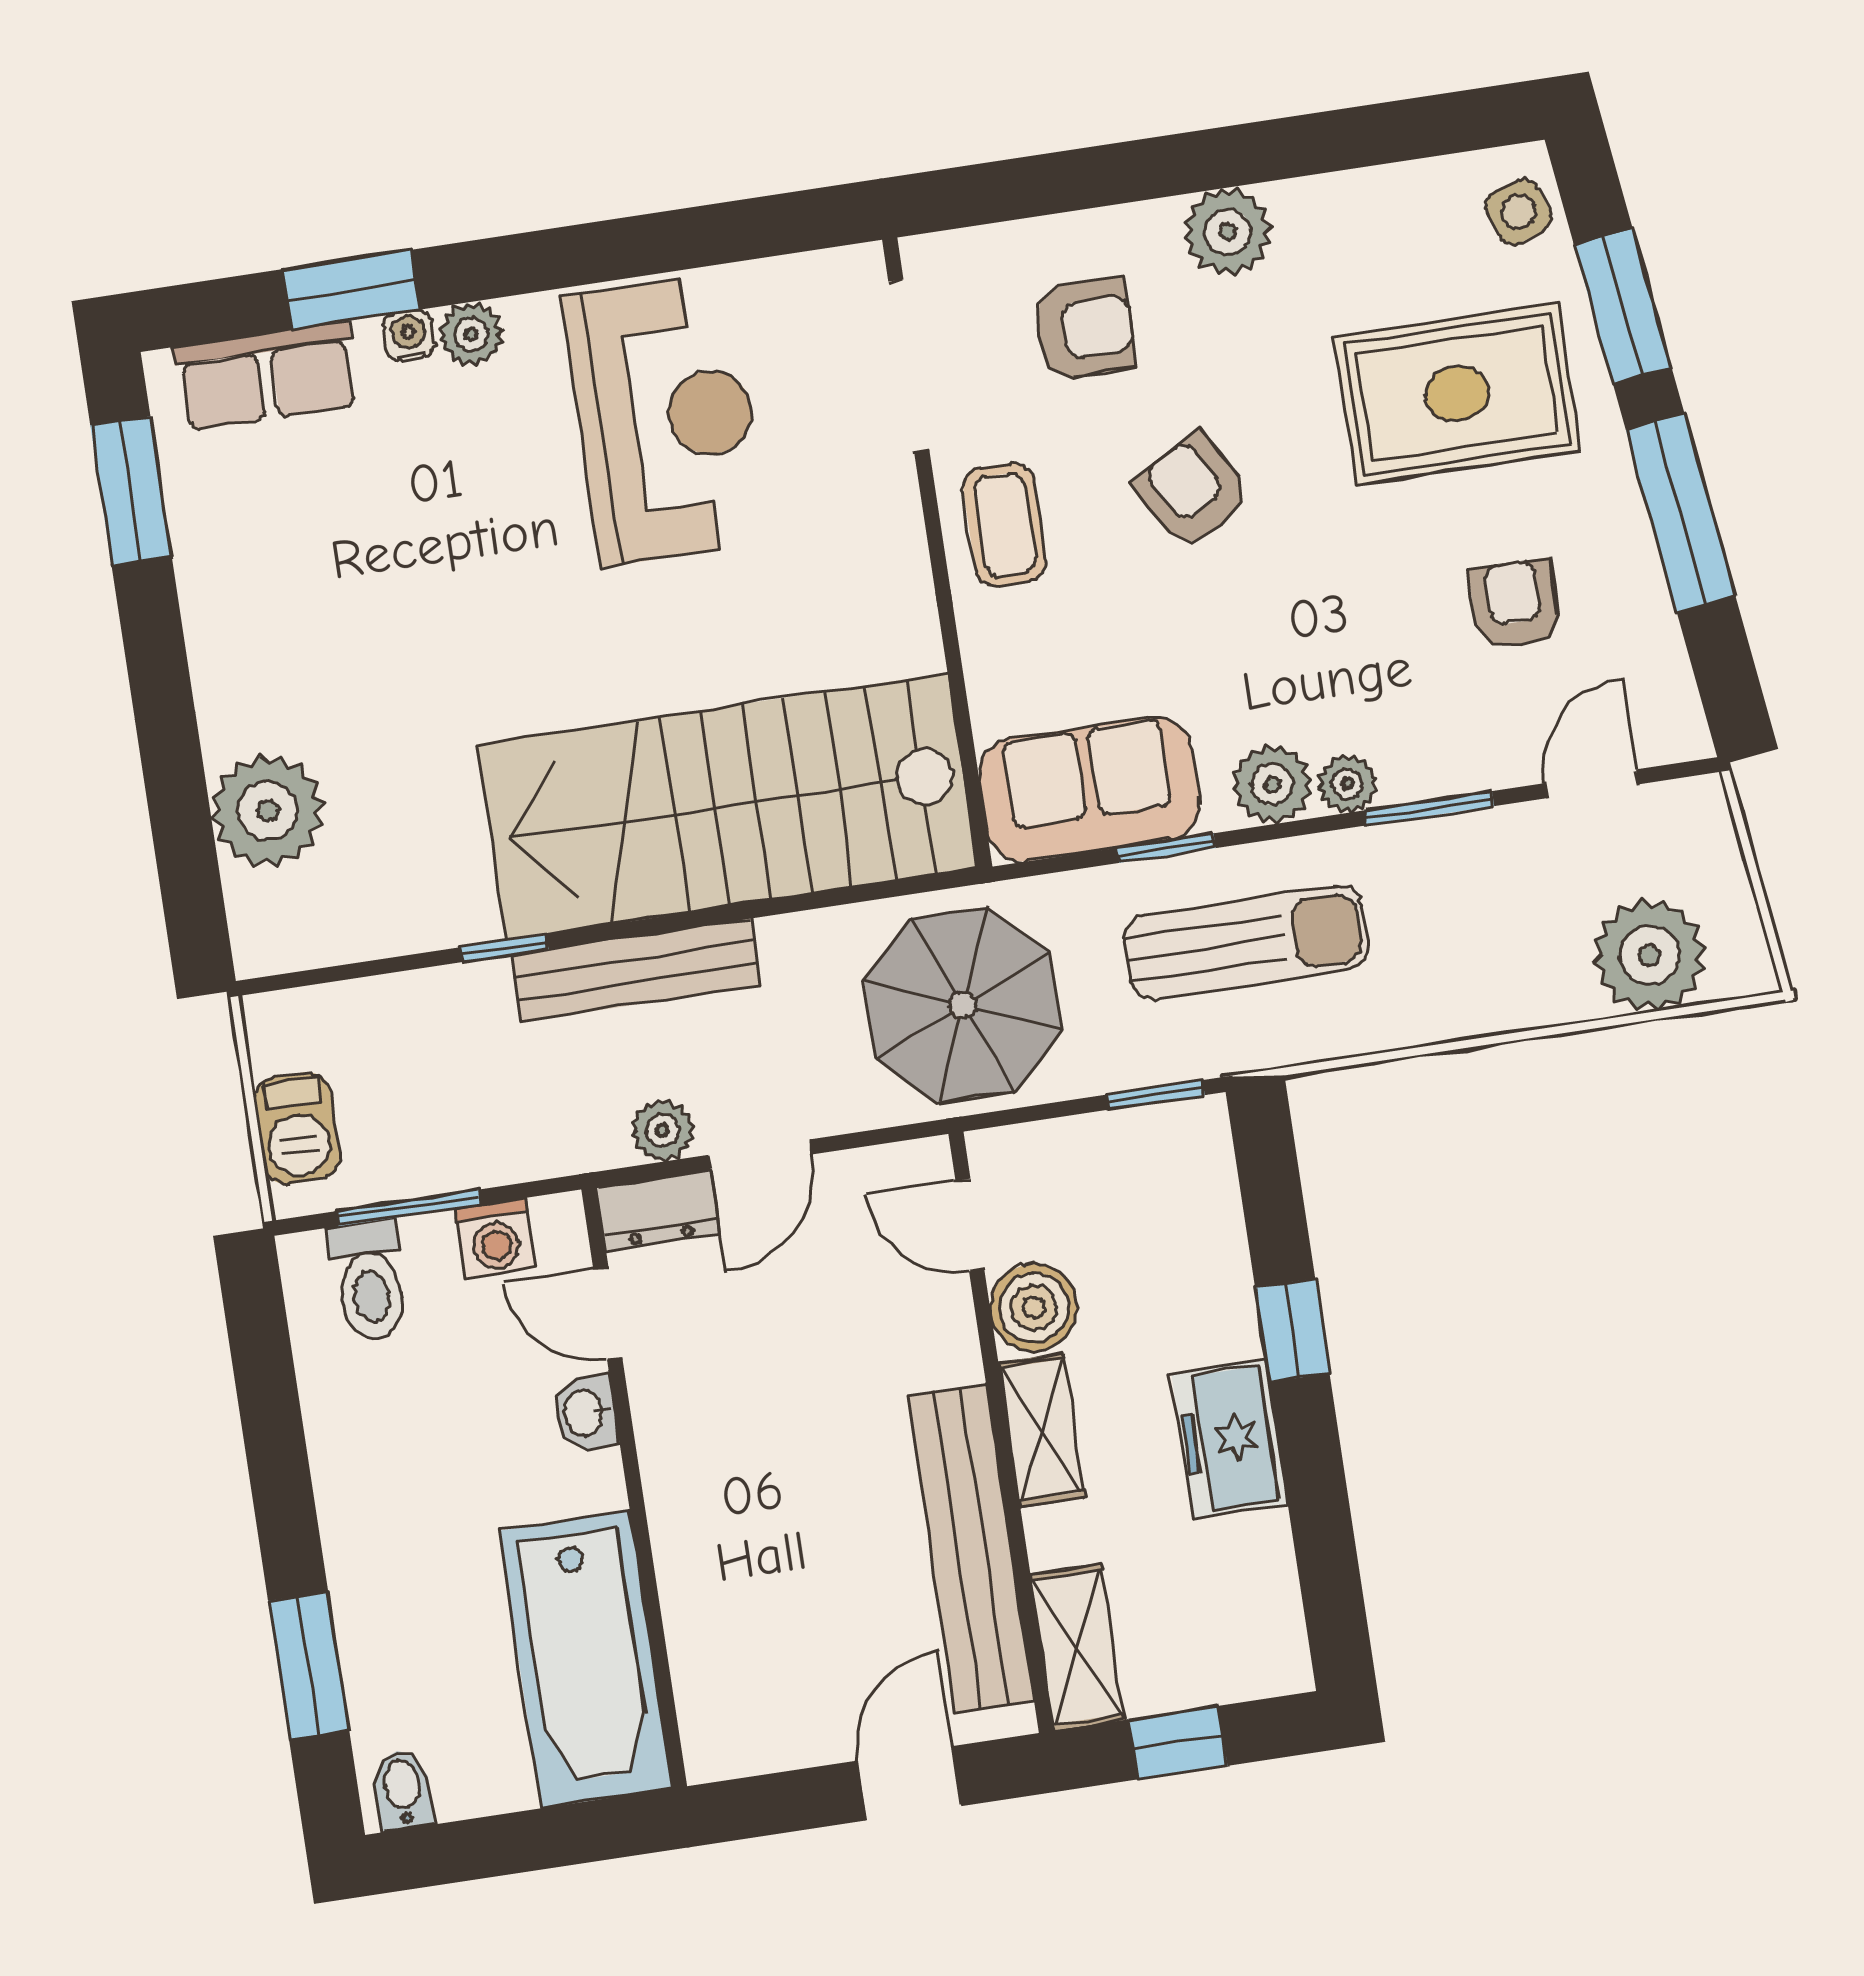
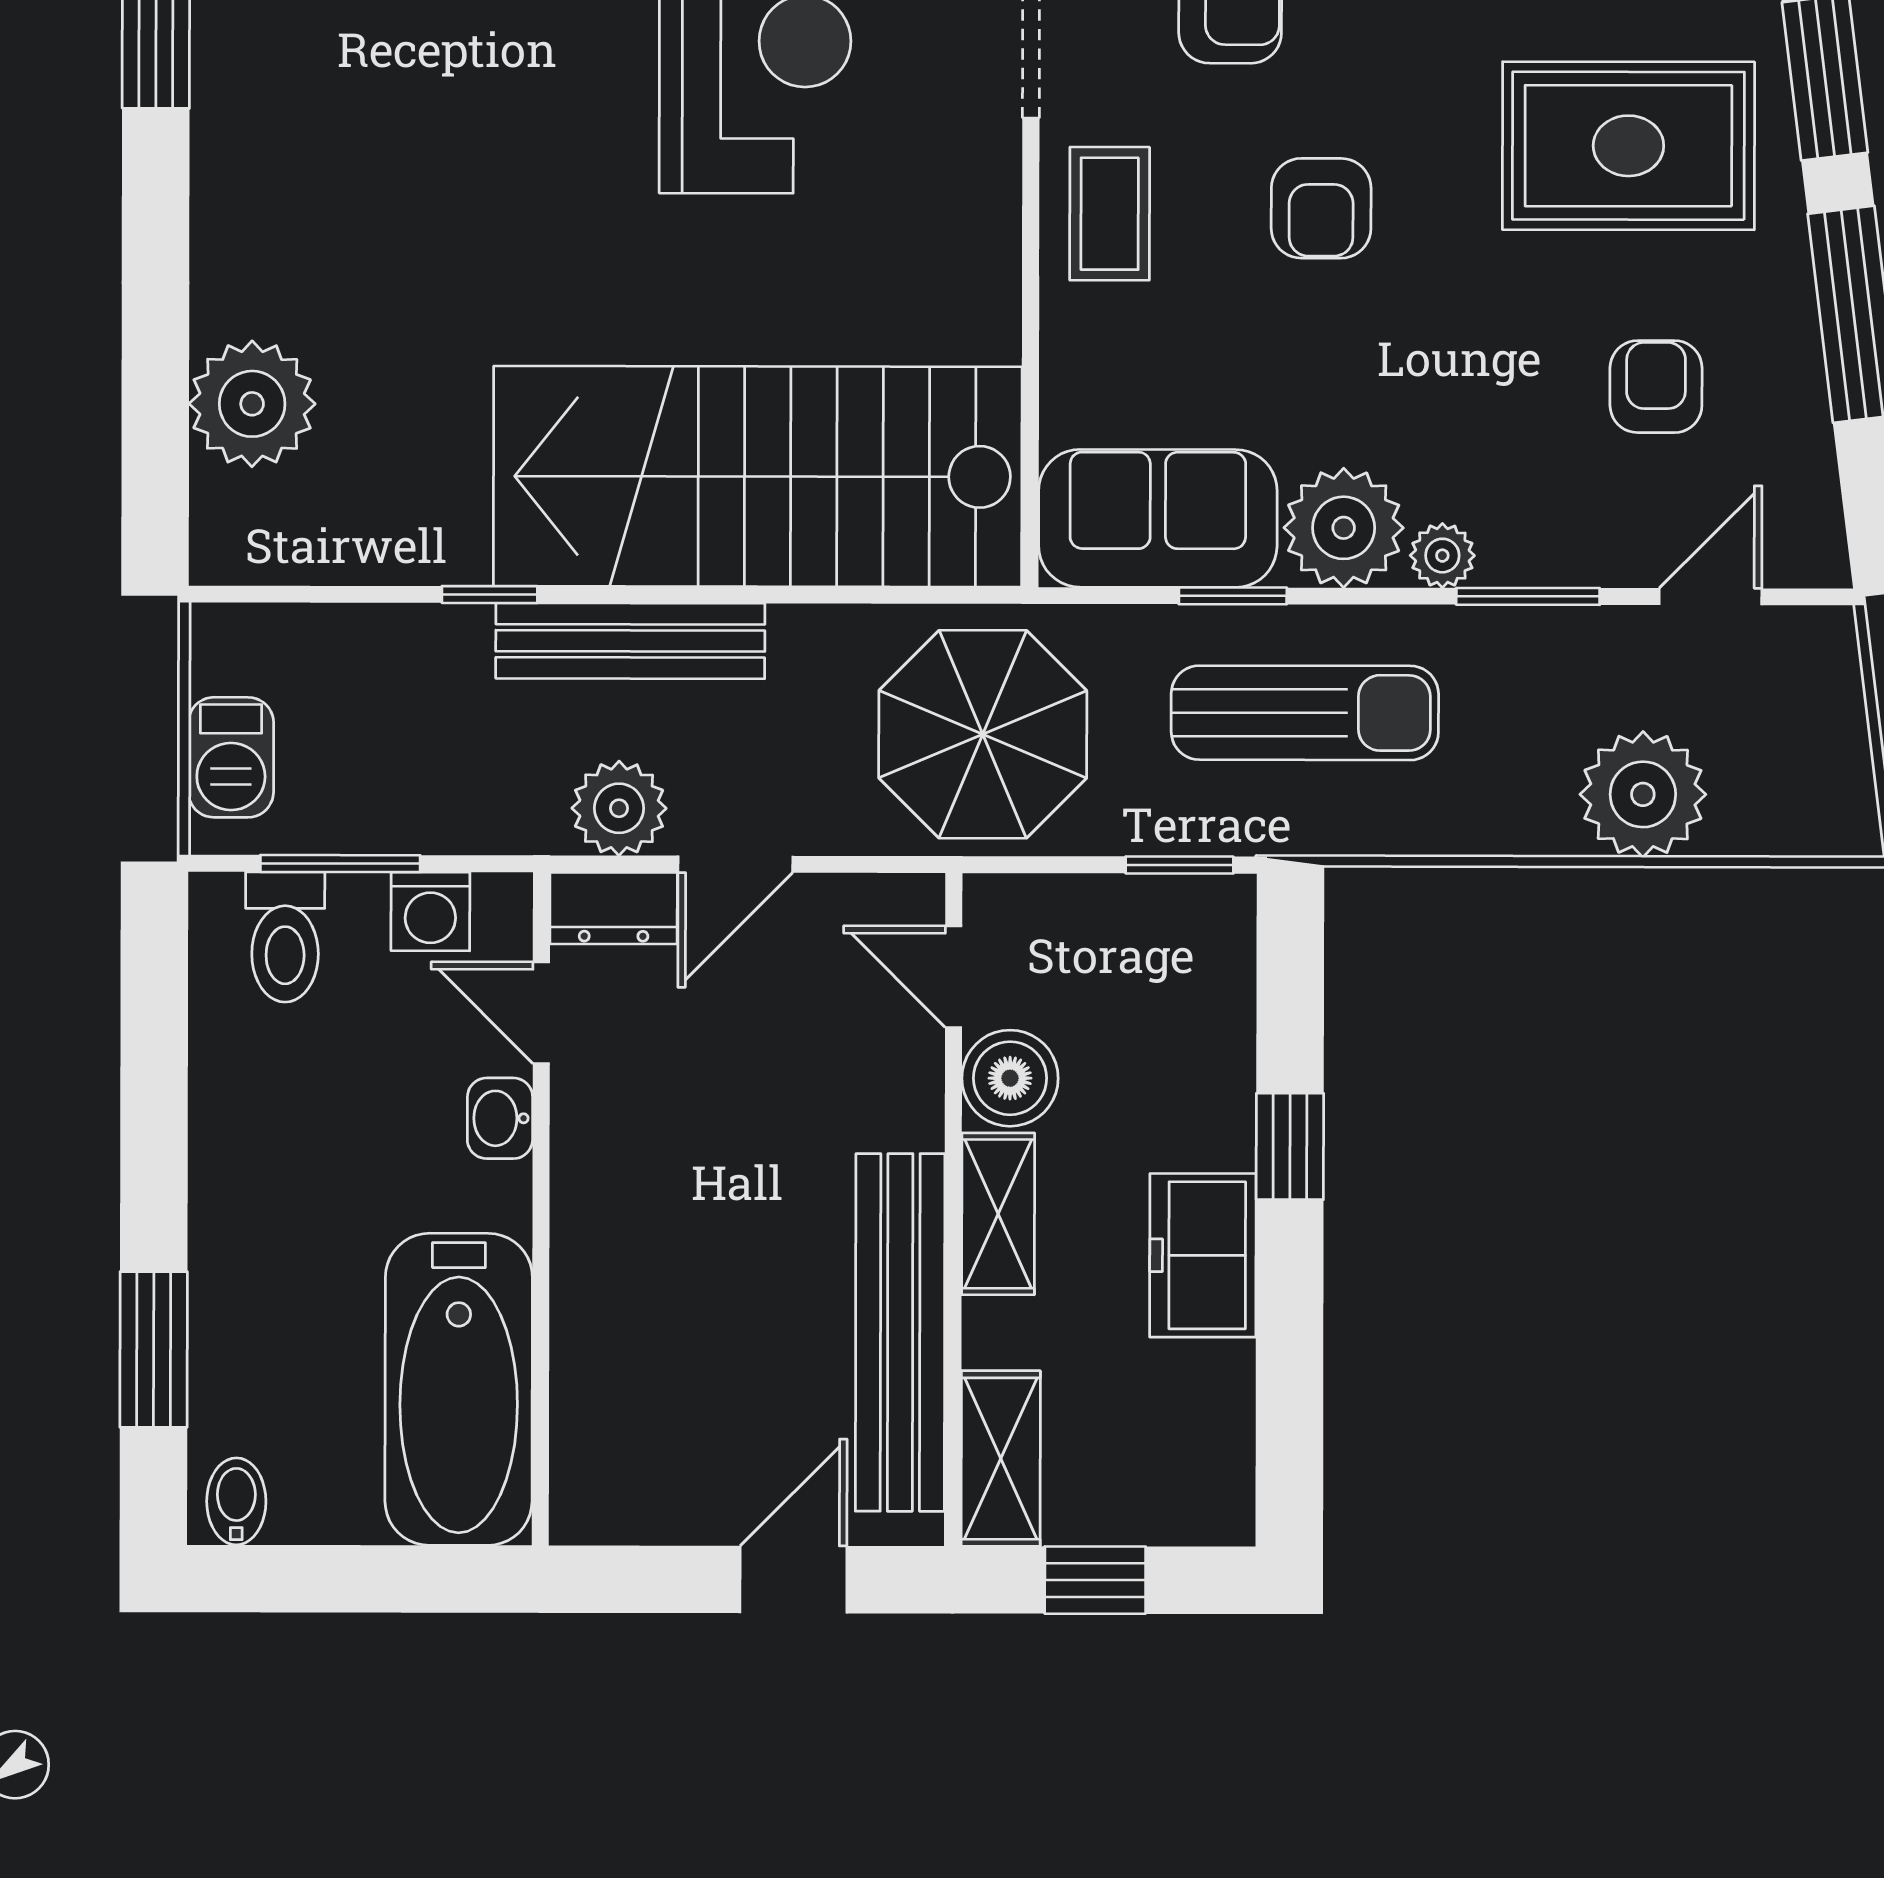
armchair: (1192, 491) -> (1321, 208), turned -151
plant: (1272, 784) -> (1344, 528), width x1.36, depth x1.36
plant: (1650, 955) -> (1643, 794), moved
plant: (662, 1130) -> (619, 808), width x1.38, depth x1.38

